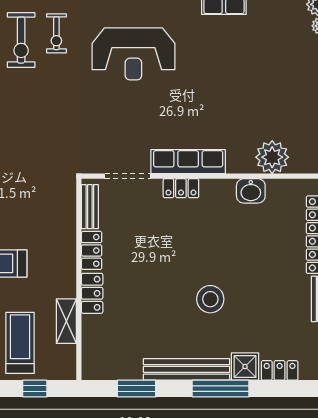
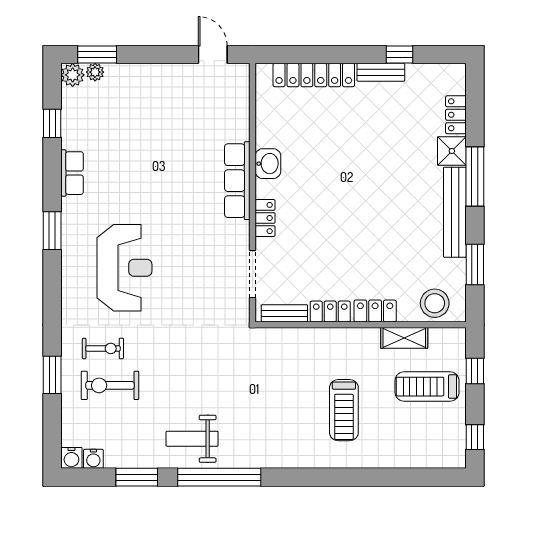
exercise bike: (21, 40) -> (110, 385), turned 180
plant: (272, 157) -> (233, 123), removed
row of seats: (188, 162) -> (237, 181), moved
washbasin: (251, 191) -> (268, 164), moved
stool: (210, 299) -> (435, 303), moved

